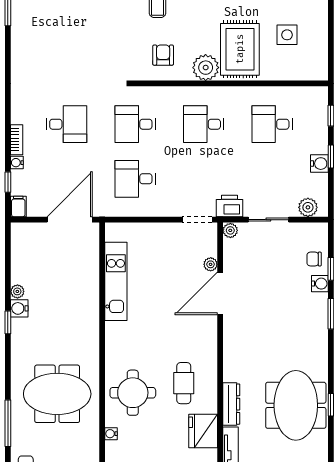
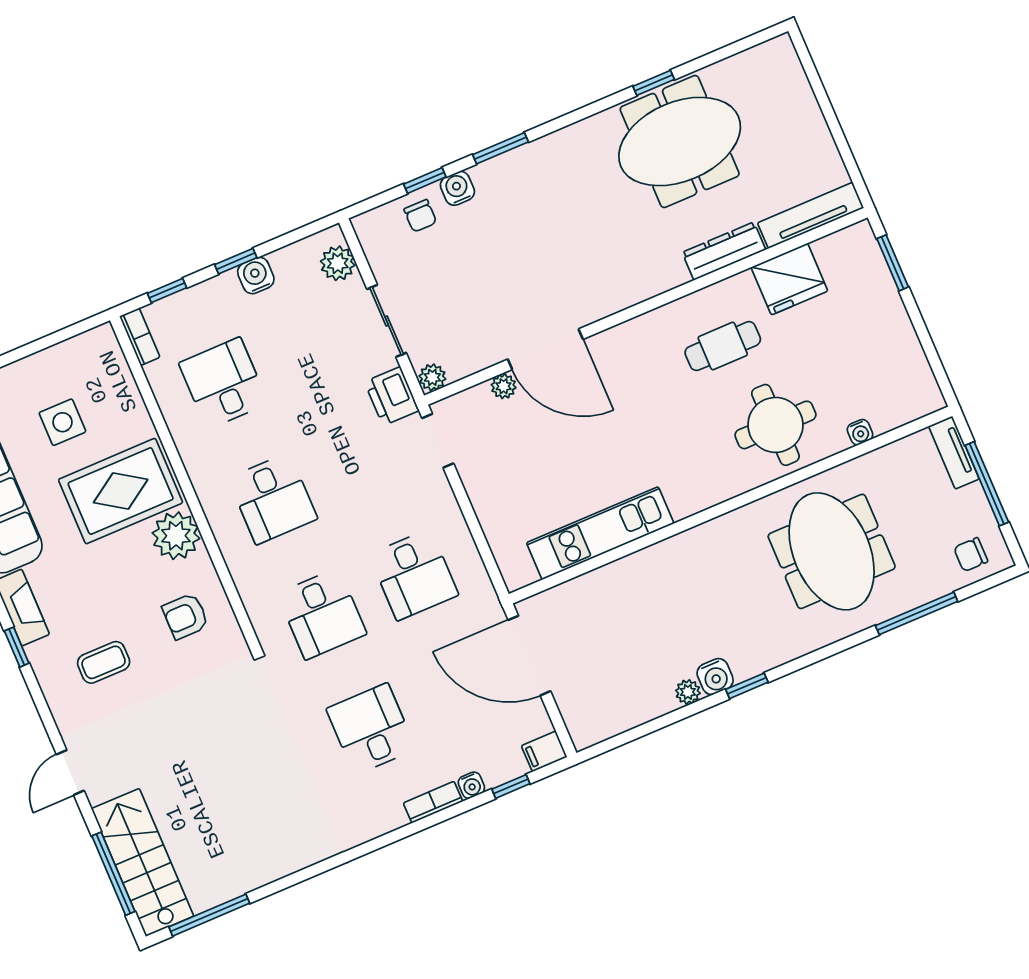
bookcase: (313, 92) -> (140, 337), added
desk: (272, 124) -> (224, 383), turned 180

